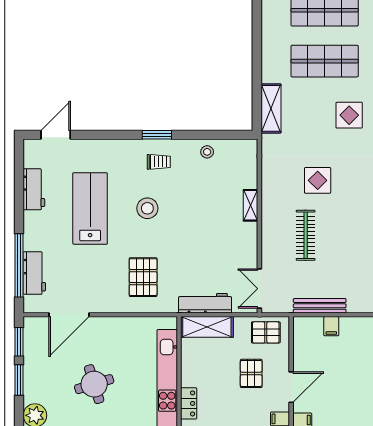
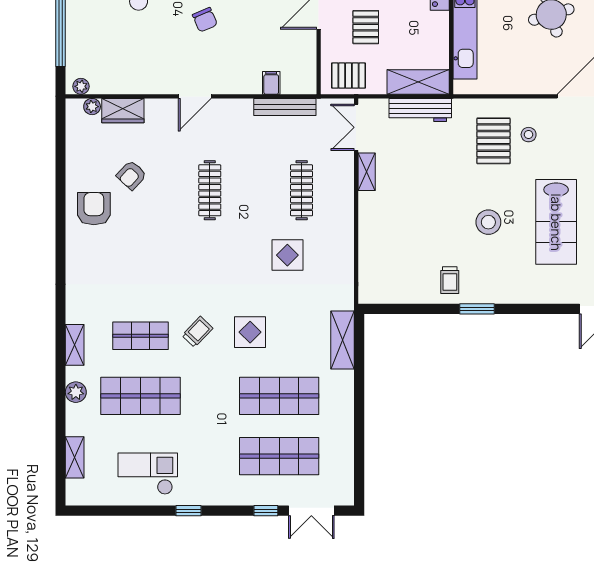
stool: (207, 152) -> (529, 135), moved
trolley: (159, 162) -> (450, 280), moved, turned -90
shelving: (250, 205) -> (367, 172), moved
double door: (259, 289) -> (356, 127), swing flipped

